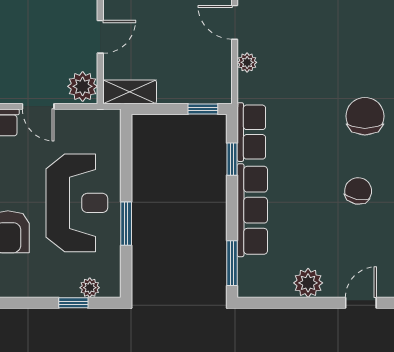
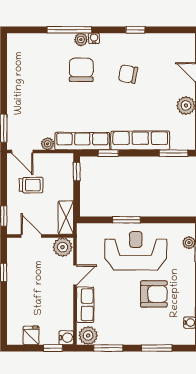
door: (235, 22) -> (22, 152), hinge flipped
trolley: (181, 36) -> (31, 185), added
chair: (365, 116) -> (81, 70), turned 90
row of seats: (251, 132) -> (82, 141), width x1.48
window: (126, 224) -> (126, 220), moved

